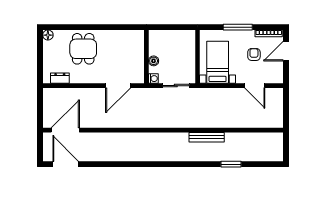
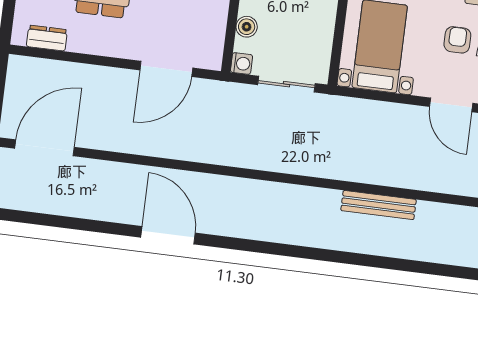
bench: (207, 137) -> (379, 205), moved
door: (66, 164) -> (168, 235), moved
window: (231, 164) -> (381, 262), removed

